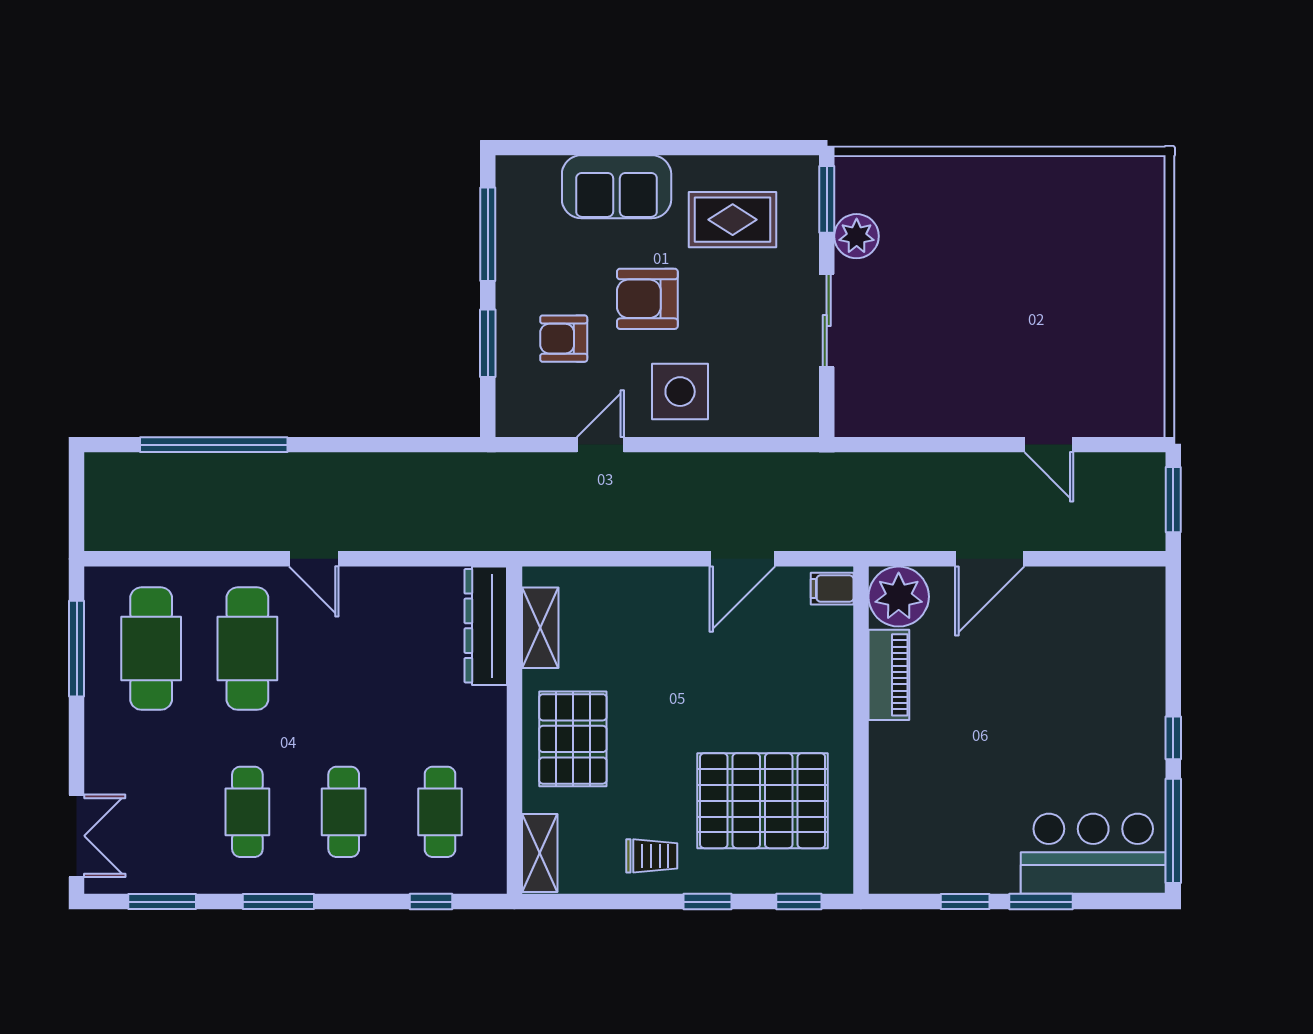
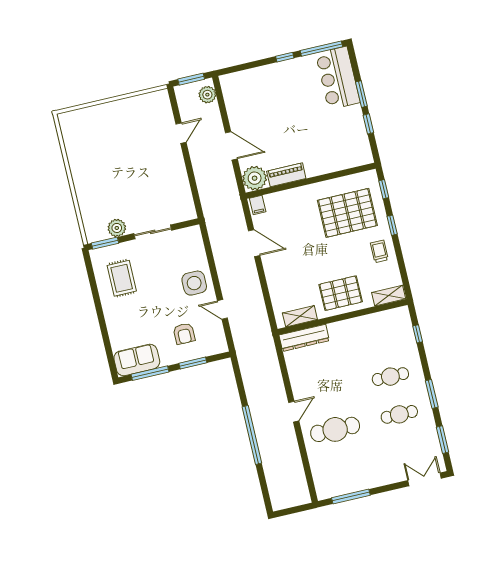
sofa: (617, 187) -> (137, 360), moved, turned -90
armchair: (647, 299) -> (161, 304), removed
window: (214, 445) -> (252, 435), moved
plant: (1127, 530) -> (207, 95), added
cafe table: (151, 649) -> (344, 467), removed
pallet: (763, 801) -> (347, 213), turned 90
cafe table: (440, 812) -> (382, 339), removed

